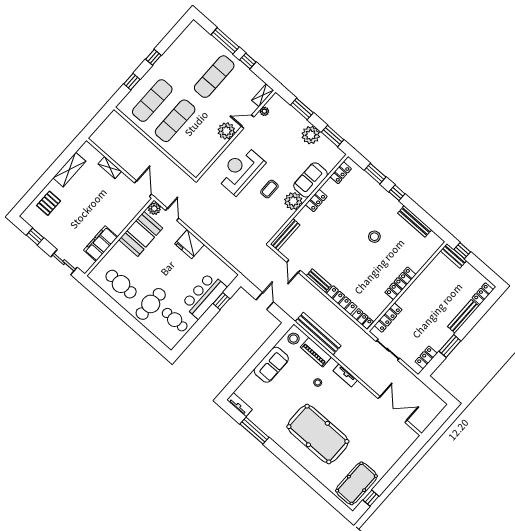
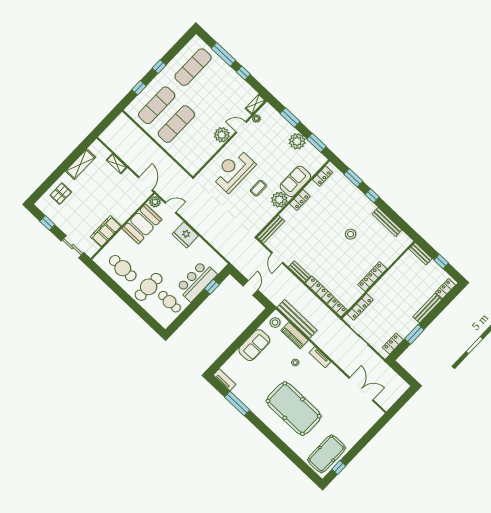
exercise mat: (214, 77) -> (193, 67), moved
door: (172, 214) -> (171, 208), hinge flipped
window: (462, 251) -> (441, 261), moved

